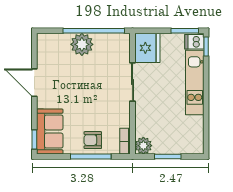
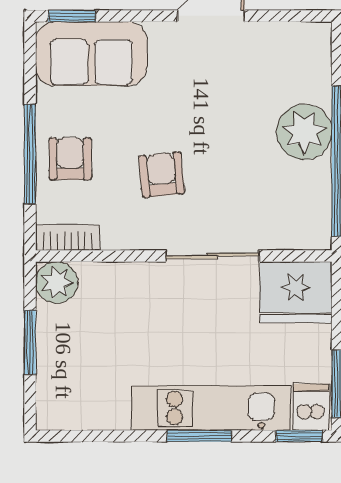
window: (206, 87) -> (199, 436), added
armchair: (99, 103) -> (162, 175), added

